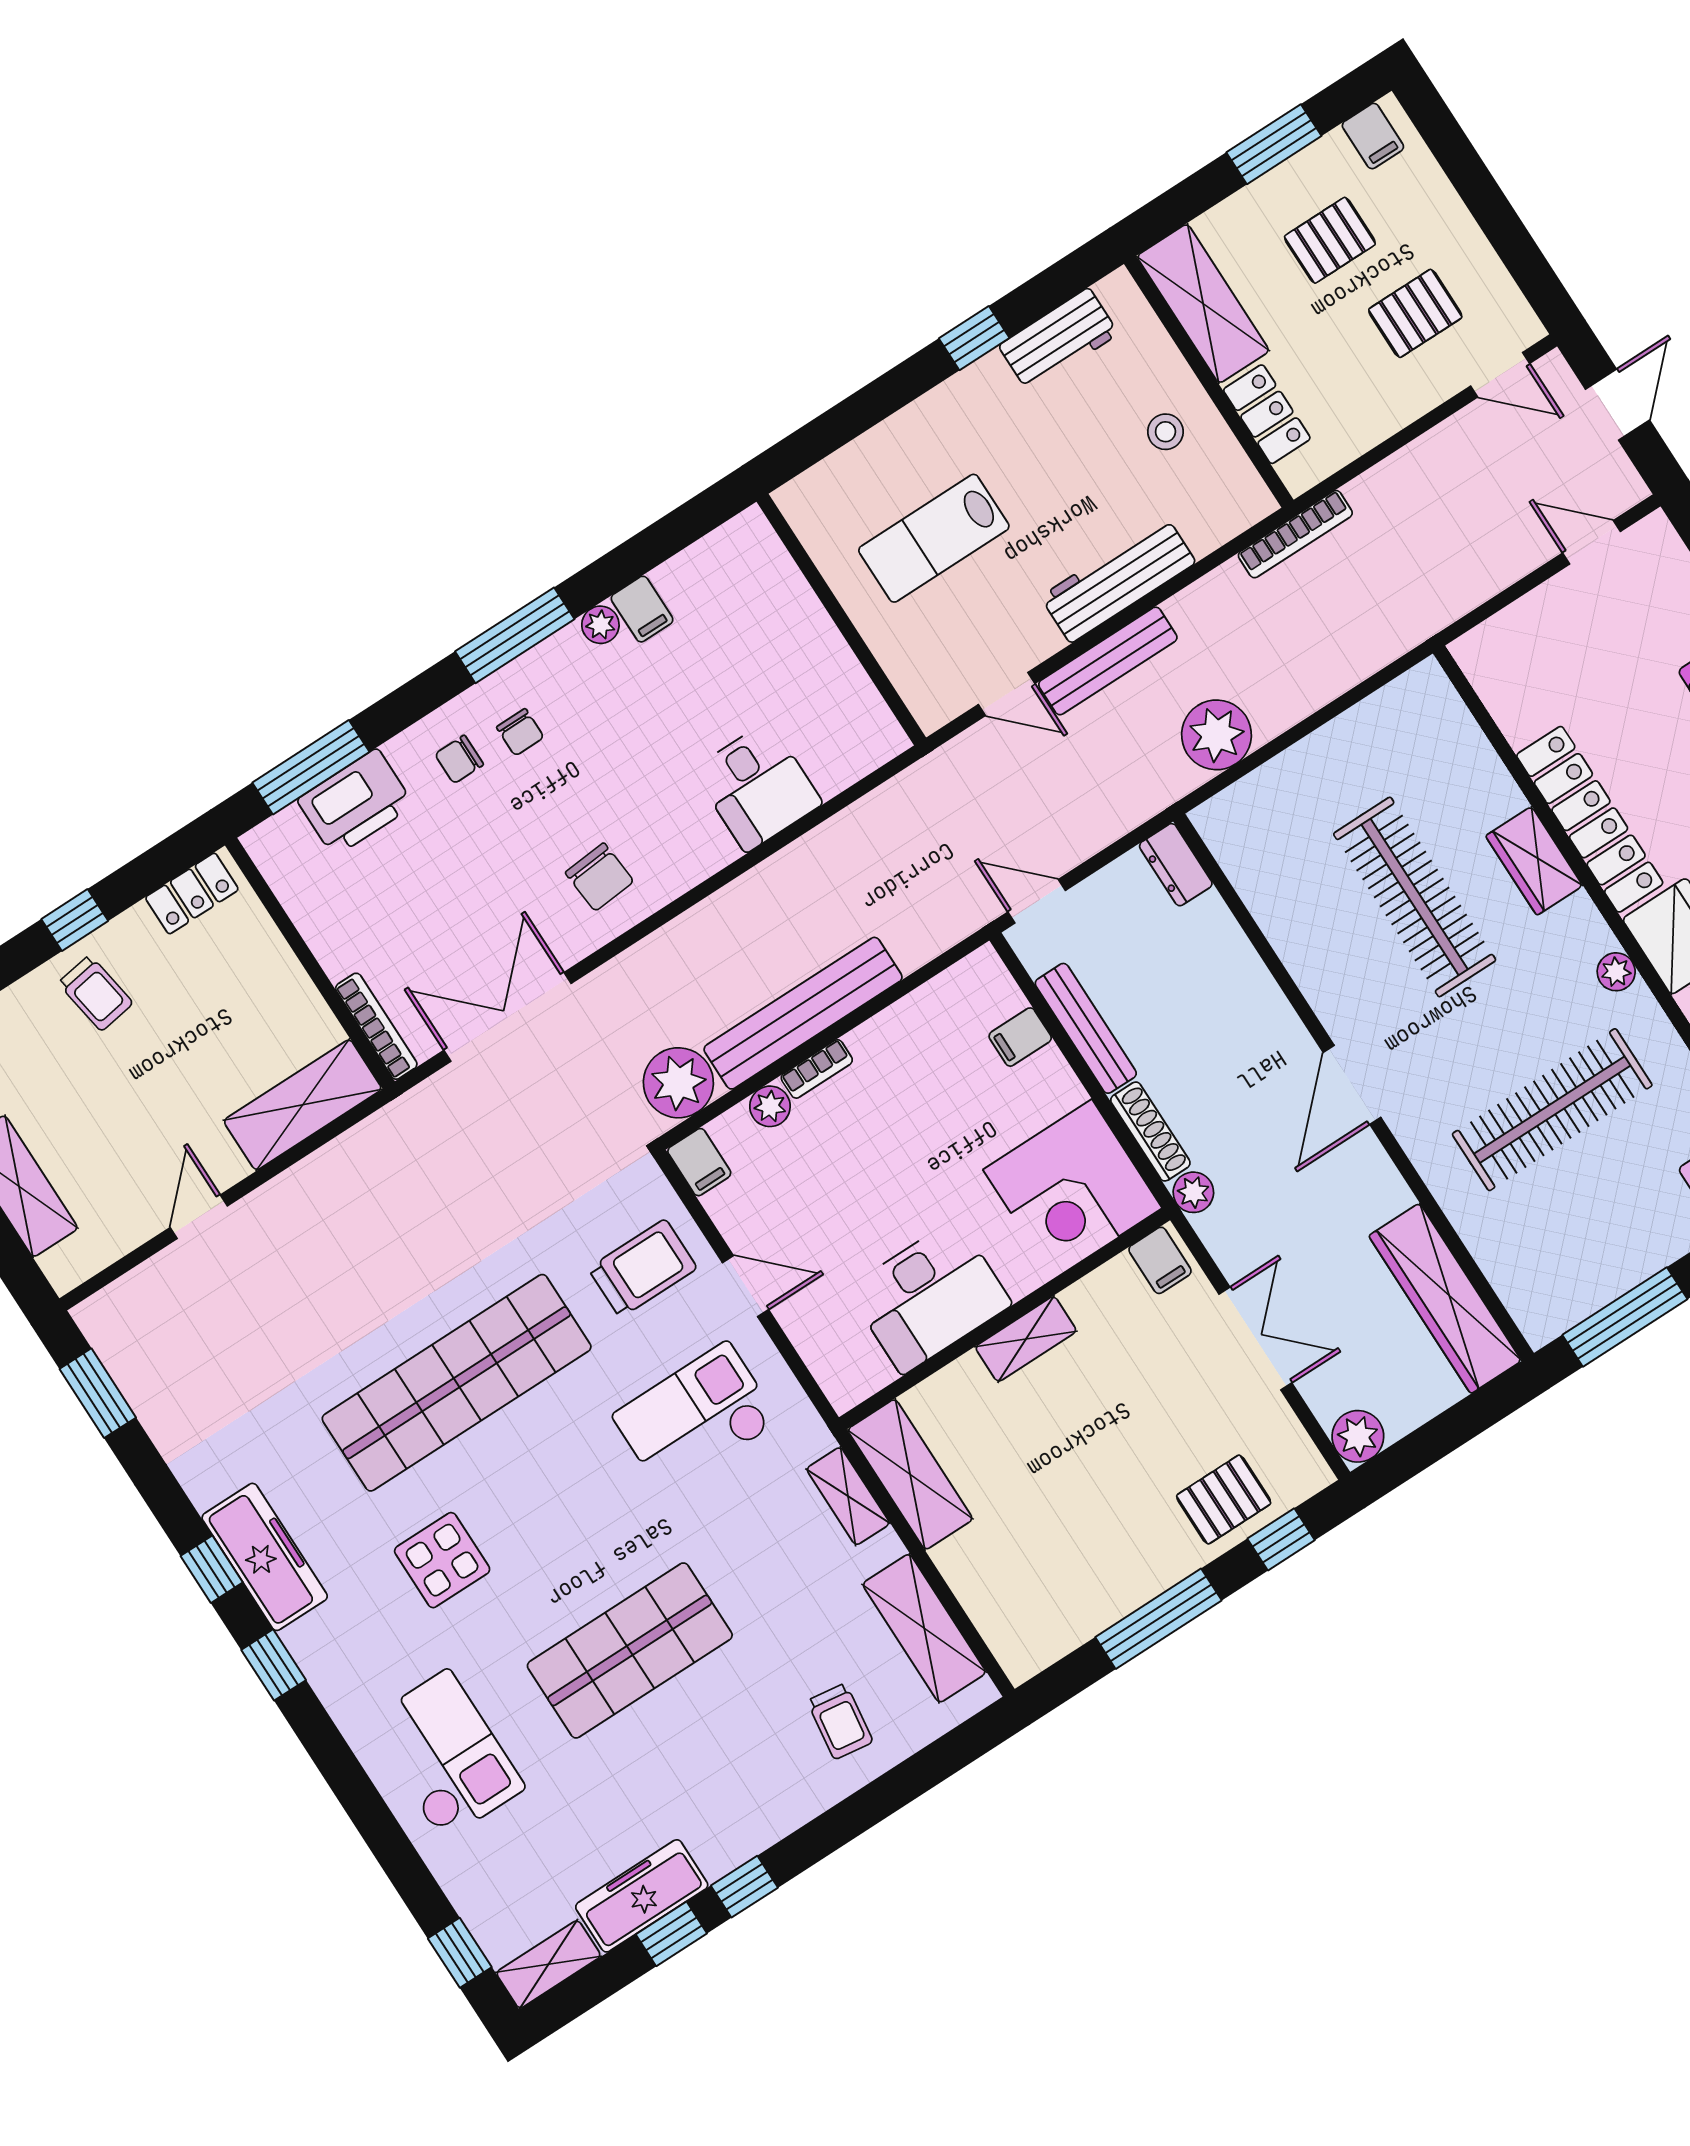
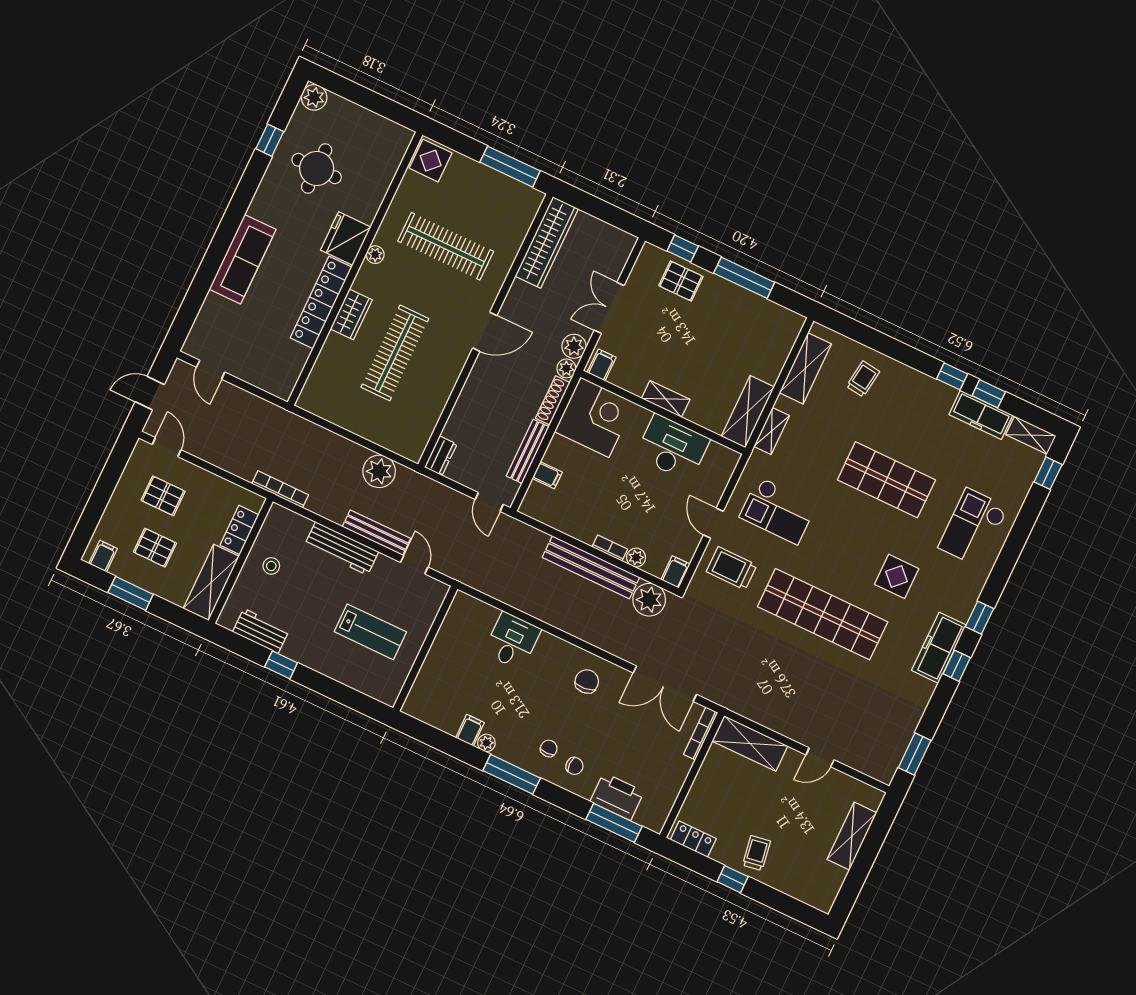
plant: (1358, 1436) -> (574, 346), moved

